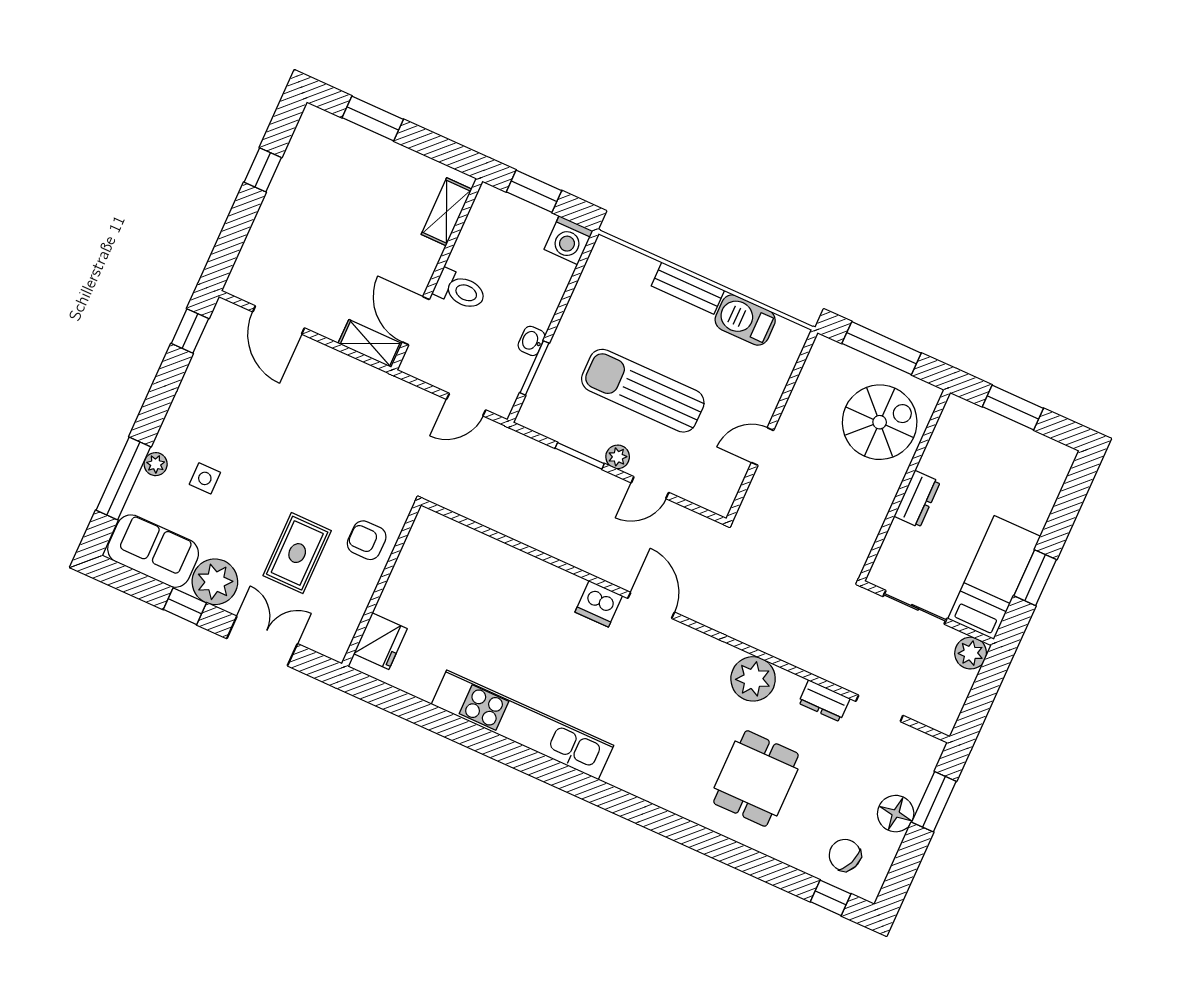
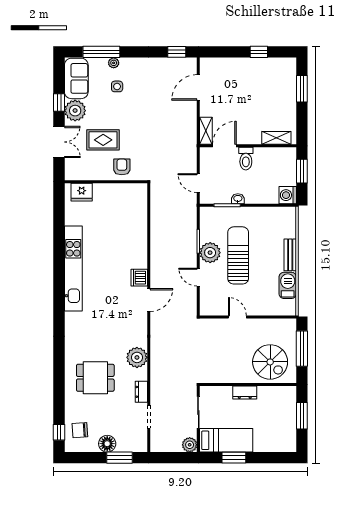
plant: (618, 457) -> (210, 253), width x1.88, depth x1.88
chair: (845, 855) -> (80, 430), turned -116

